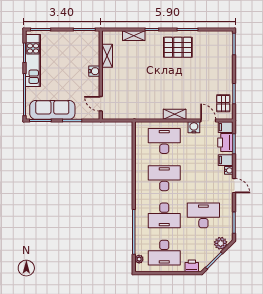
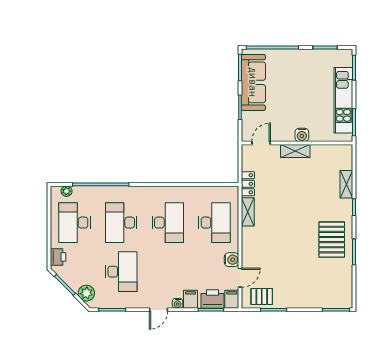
shelving: (107, 56) -> (295, 151), moved
kitchen unit: (33, 61) -> (343, 100), moved, turned 90
locker: (133, 114) -> (248, 184), added
shelving: (175, 114) -> (248, 212), moved

